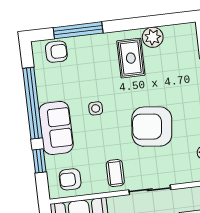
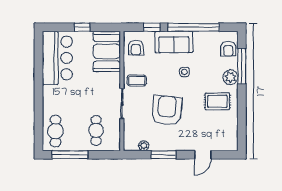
plant: (153, 37) -> (230, 77), moved
armchair: (70, 179) -> (136, 48), turned 180

